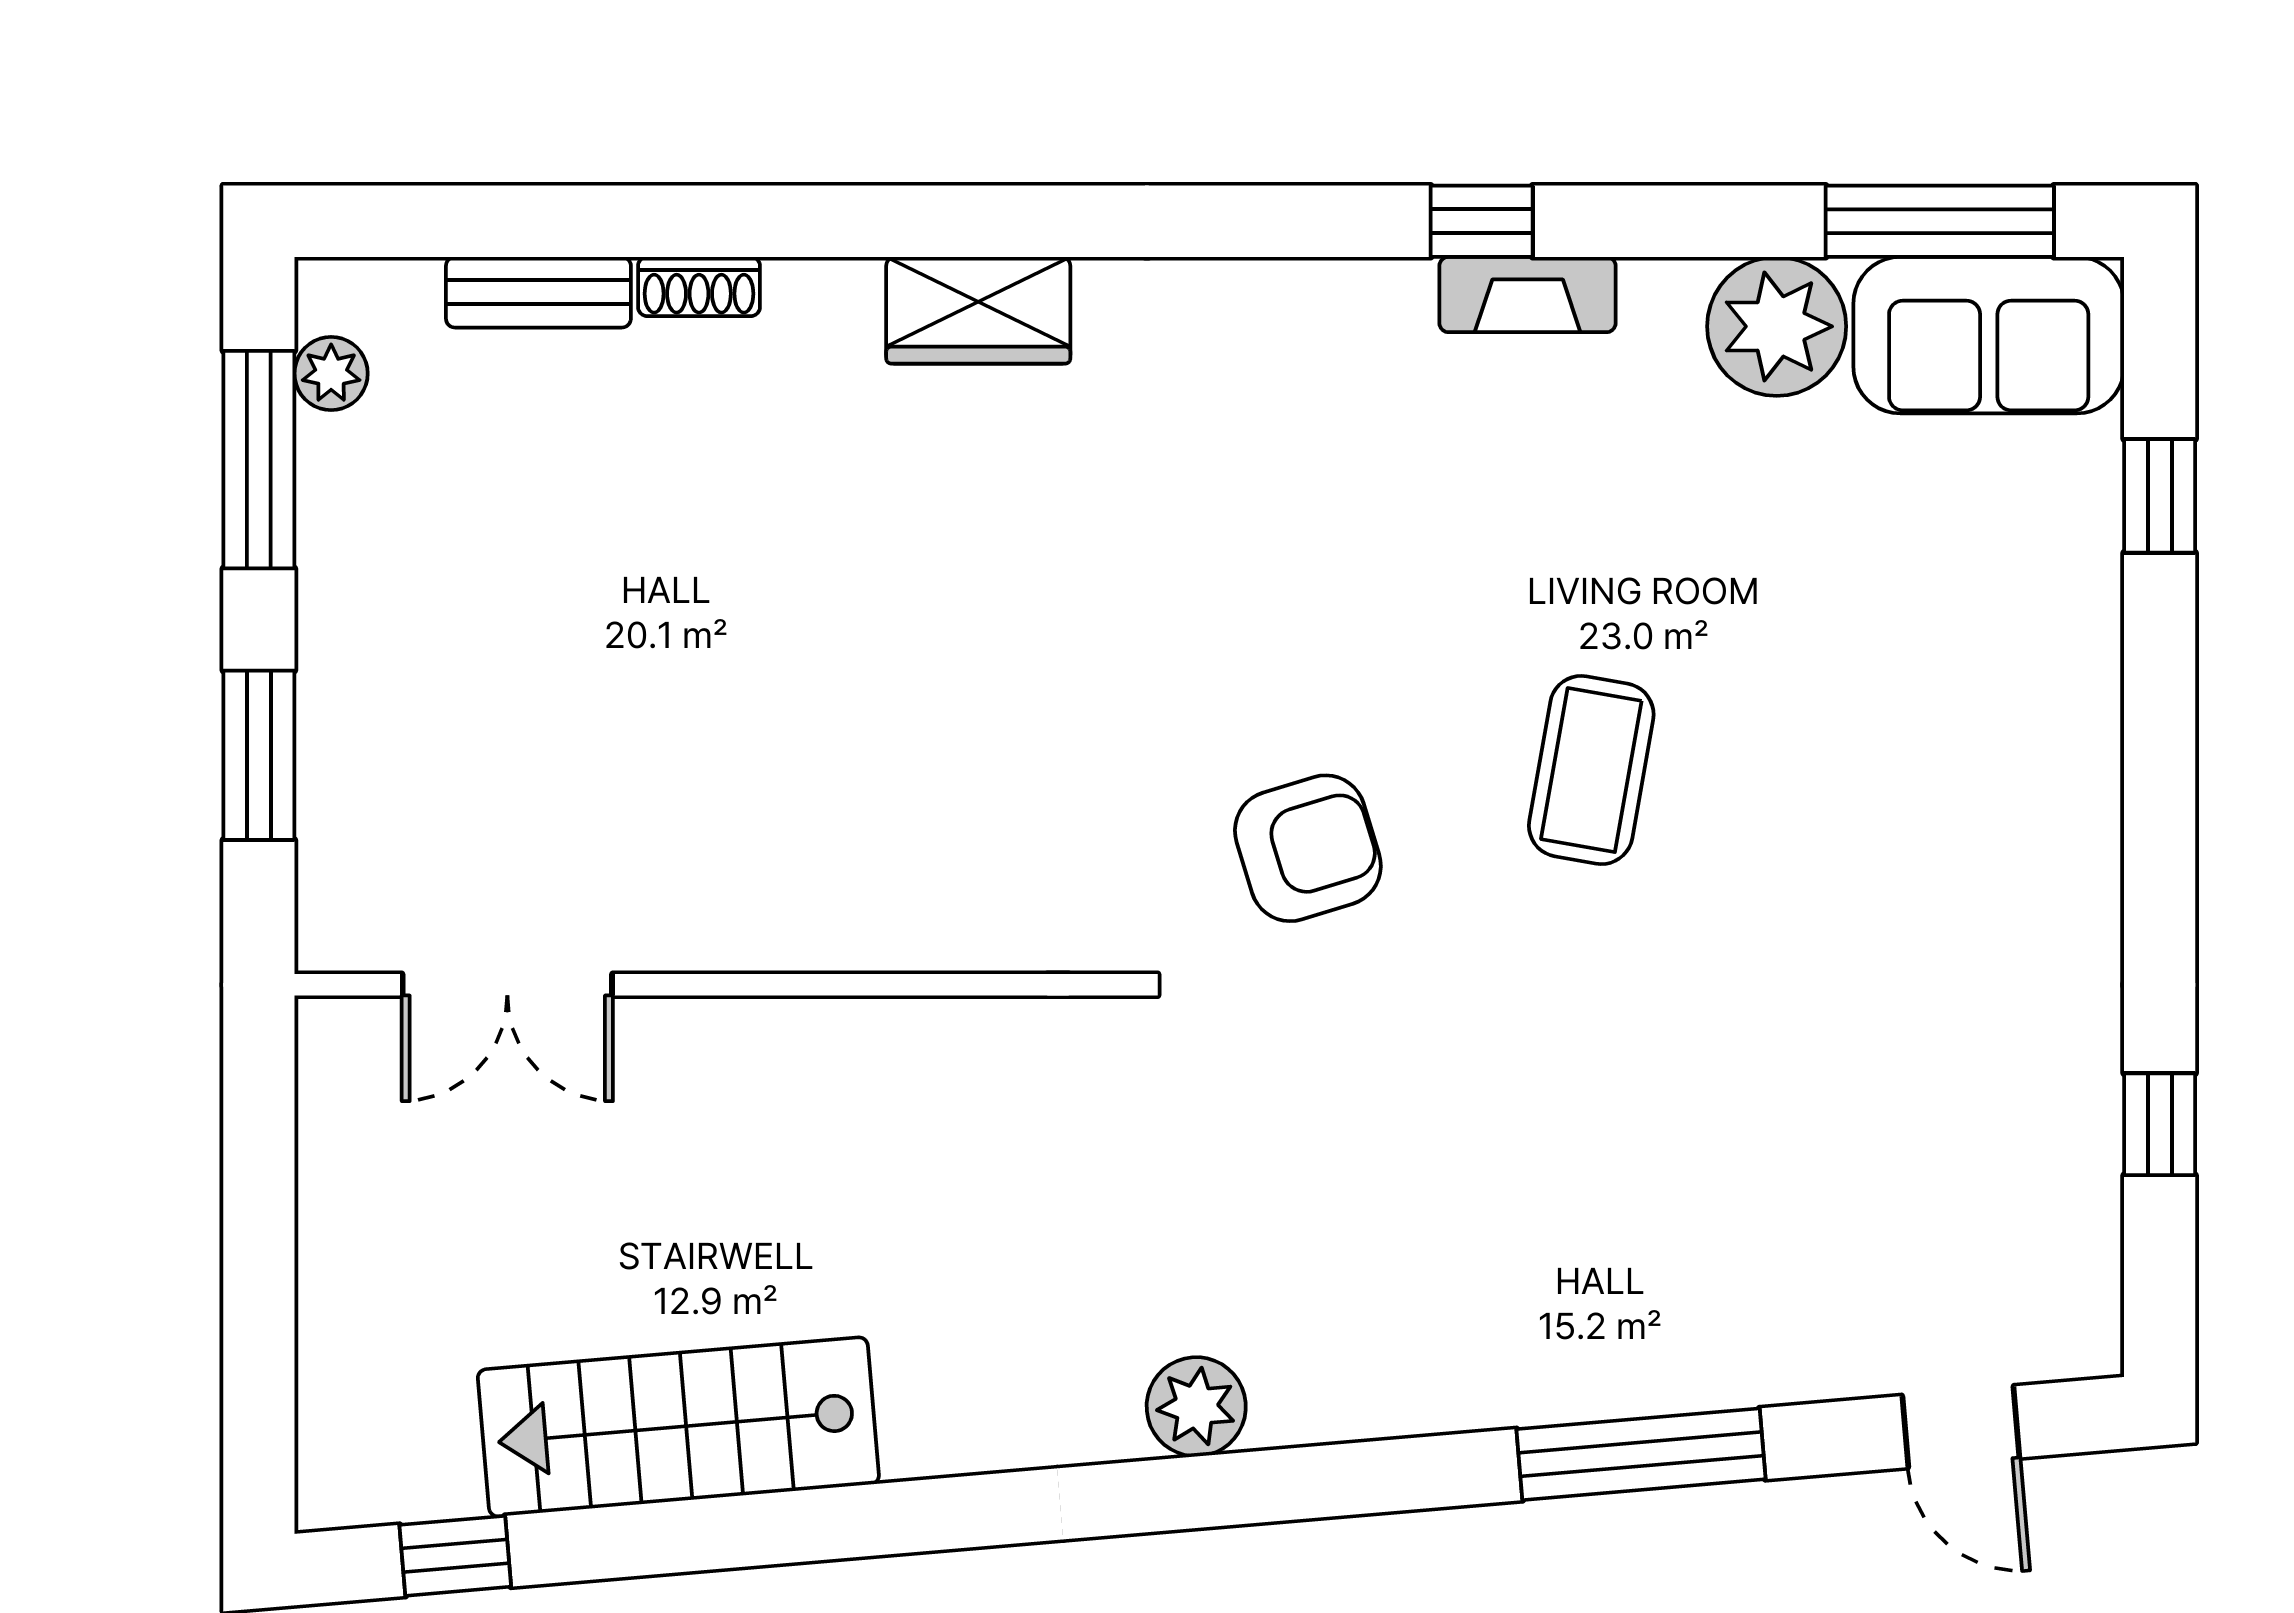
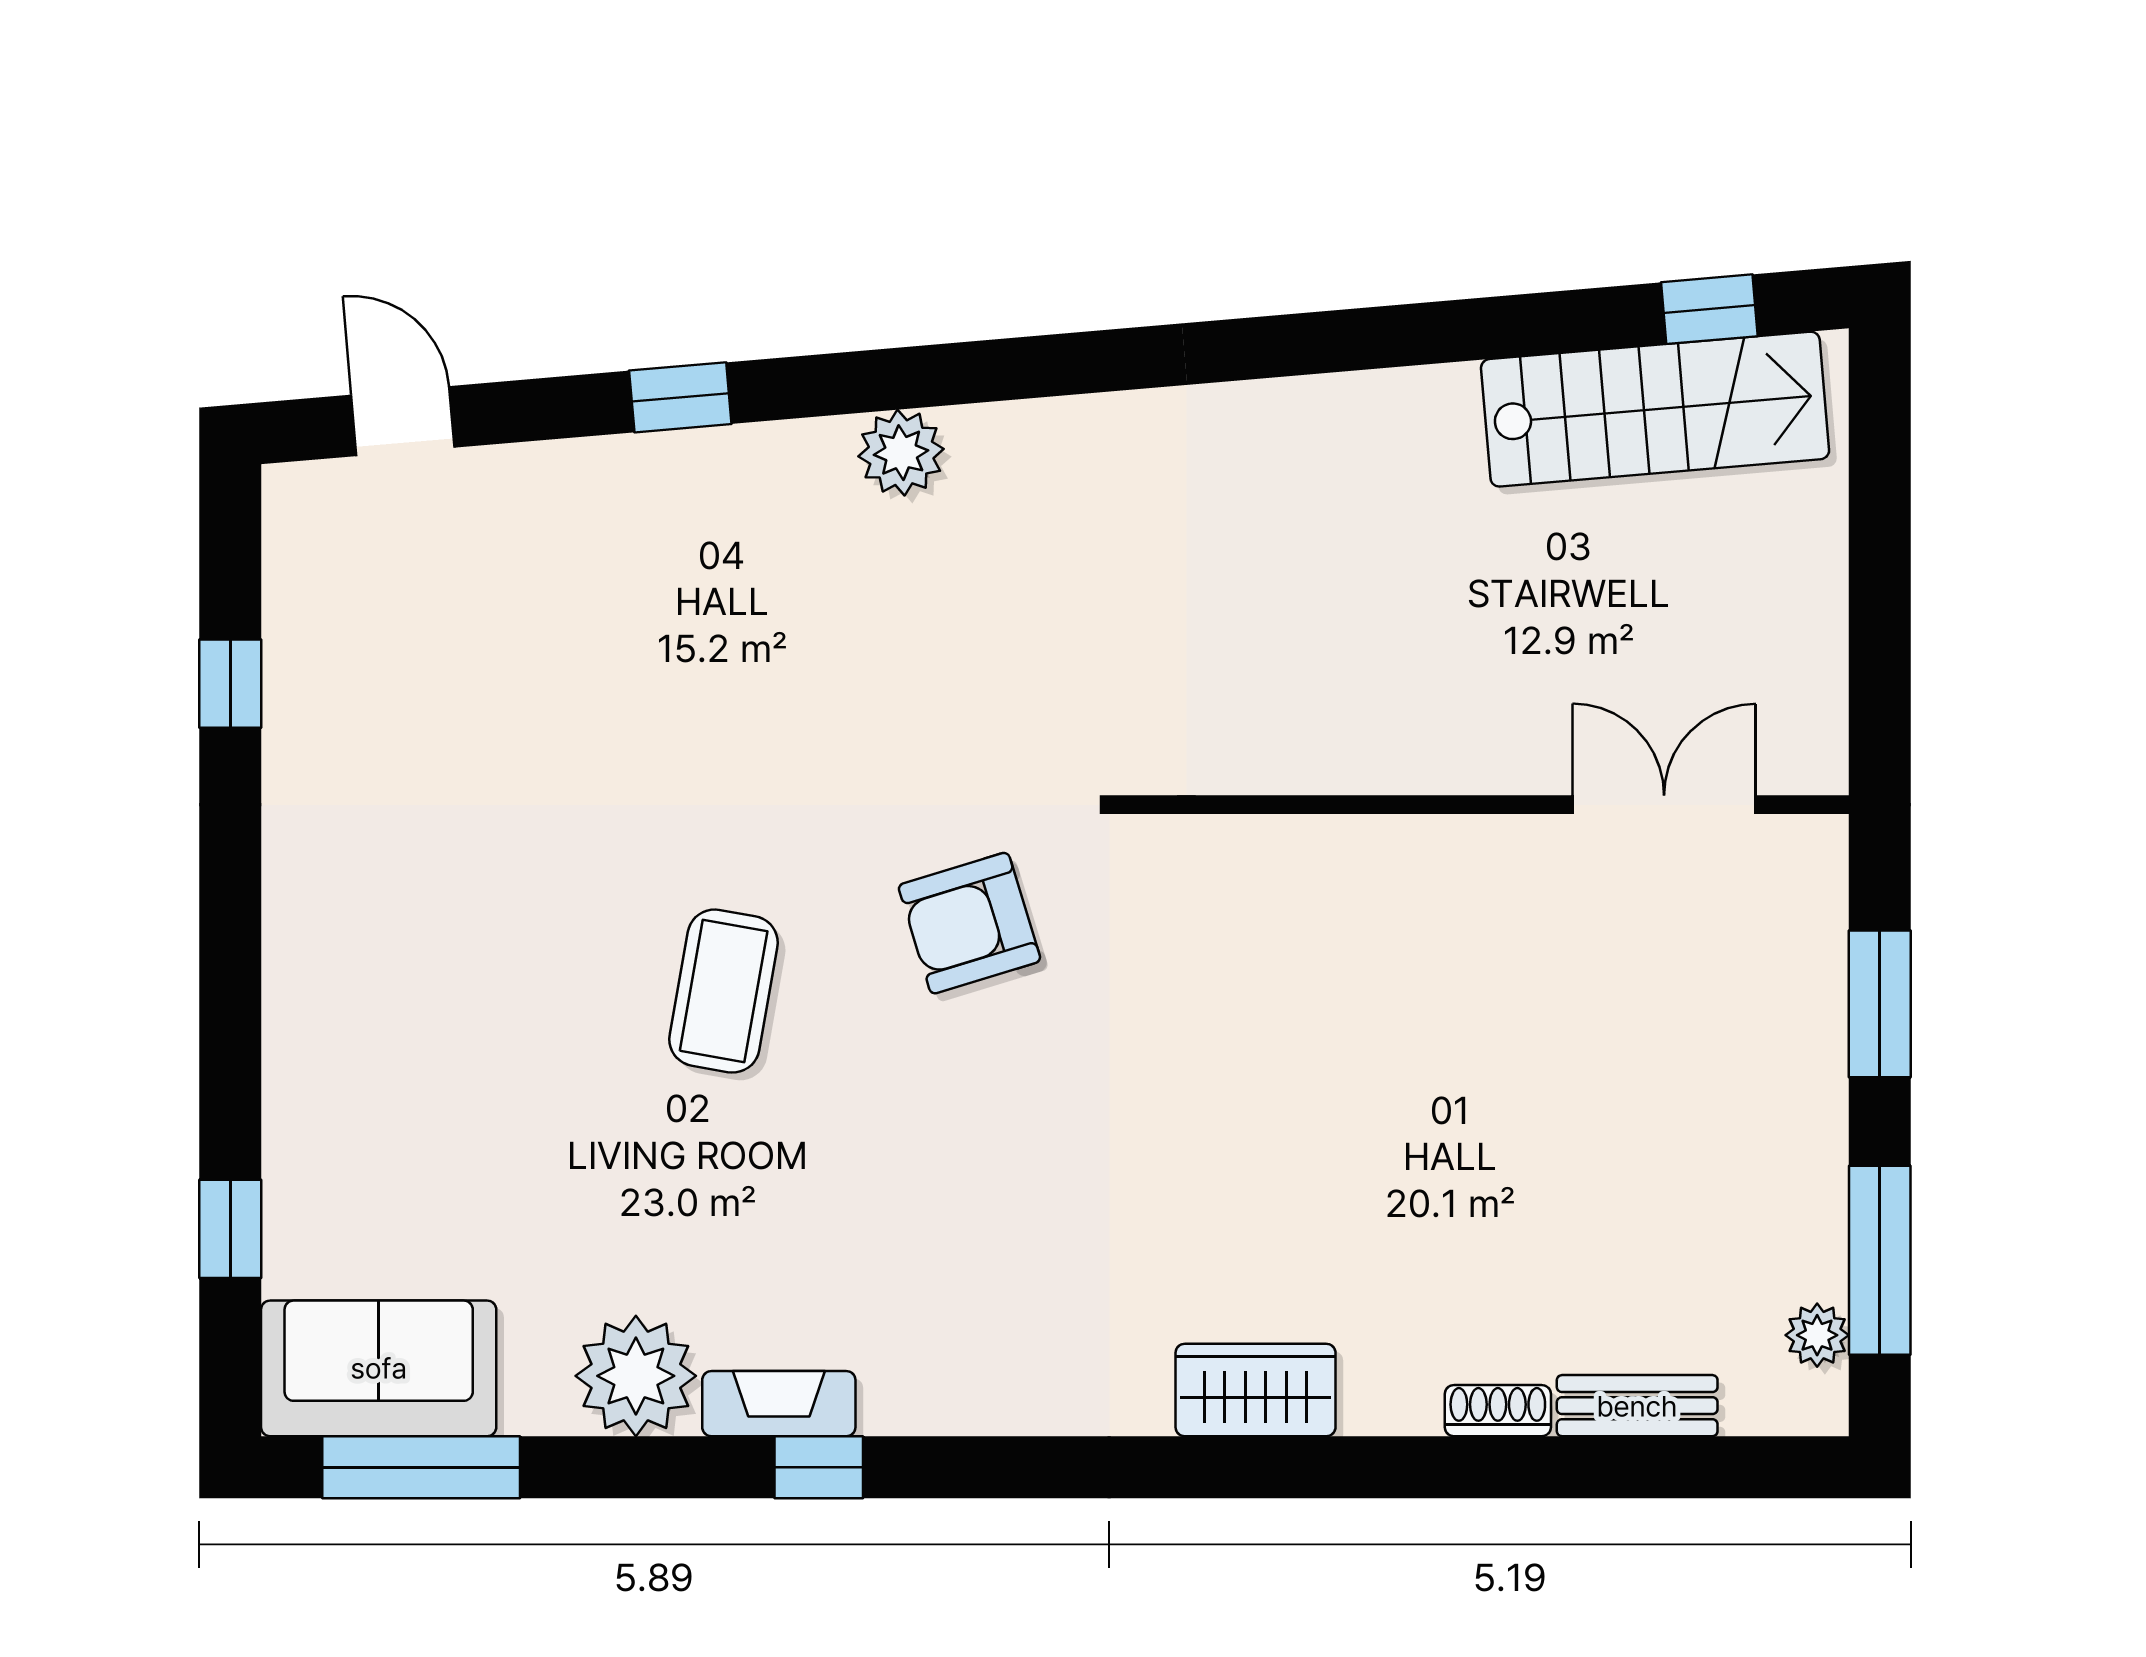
plant: (1777, 326) -> (636, 1376), moved
plant: (1196, 1407) -> (901, 453), moved
stairs: (678, 1427) -> (1655, 409), moved
window: (1641, 1454) -> (680, 397), width x0.46

